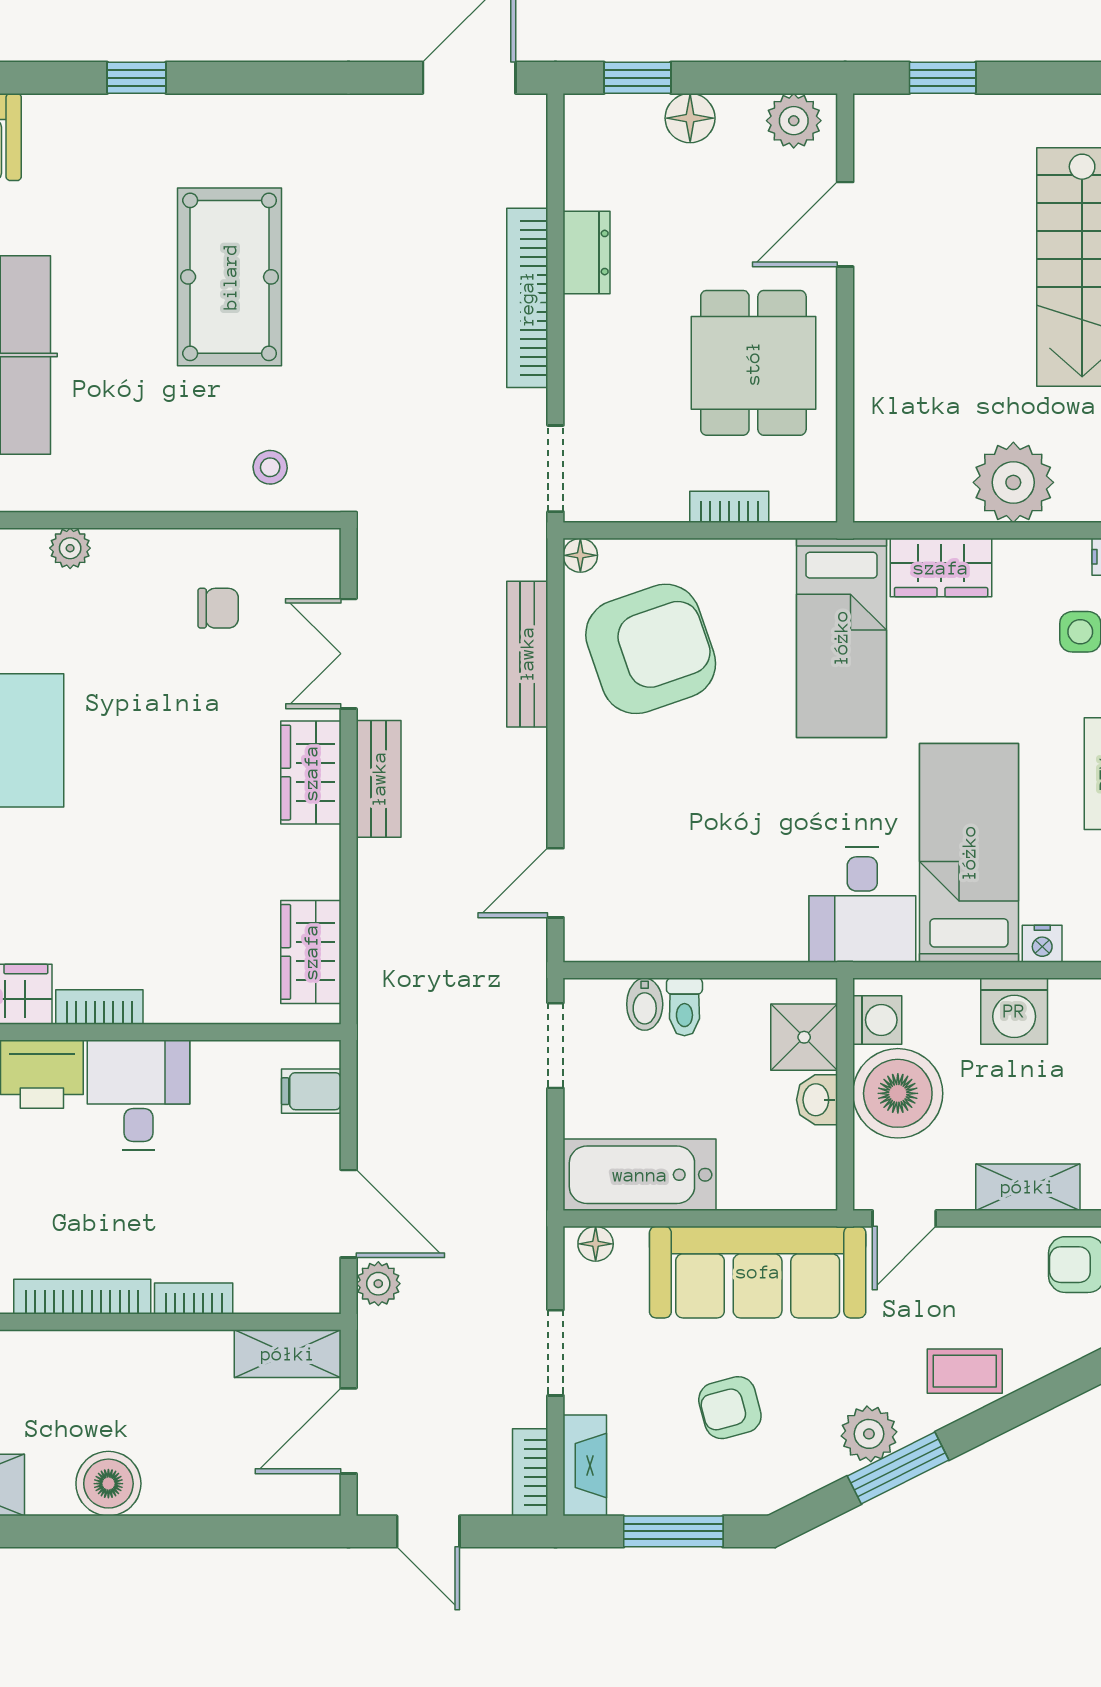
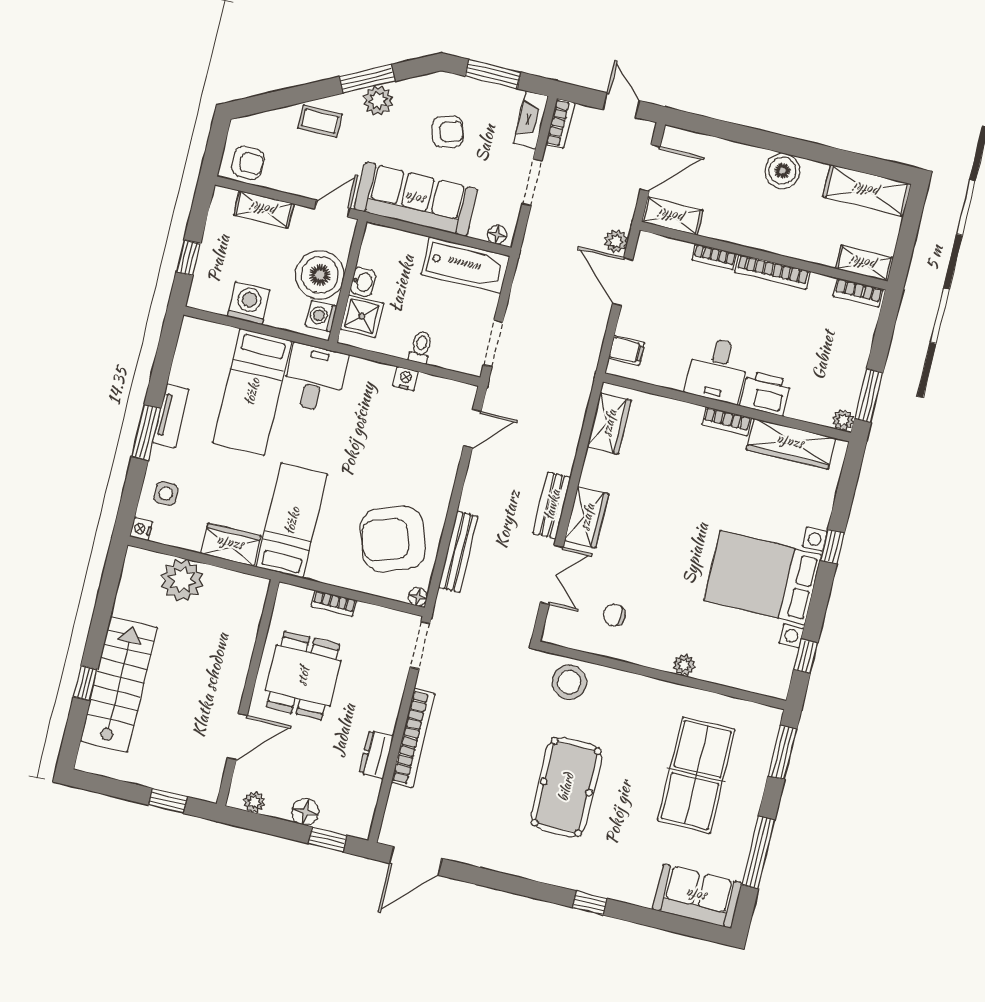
plant: (794, 121) -> (254, 802), width x0.73, depth x0.73
stool: (270, 467) -> (569, 682), width x1.89, depth x1.89
nightstand: (1042, 944) -> (406, 379), moved
bidet: (645, 1004) -> (441, 354), removed

